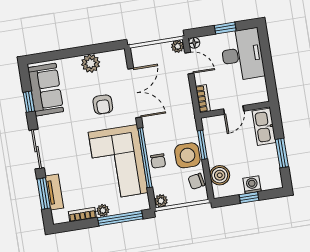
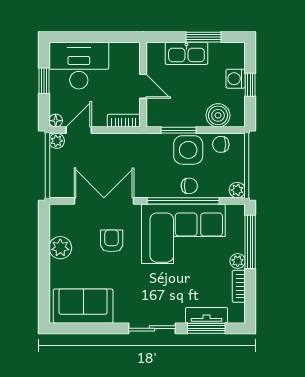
window: (29, 102) -> (94, 328), removed
armchair: (103, 104) -> (112, 241), turned -90
kitchen sink: (264, 127) -> (186, 53), moved
chair: (196, 181) -> (221, 144), turned 100

